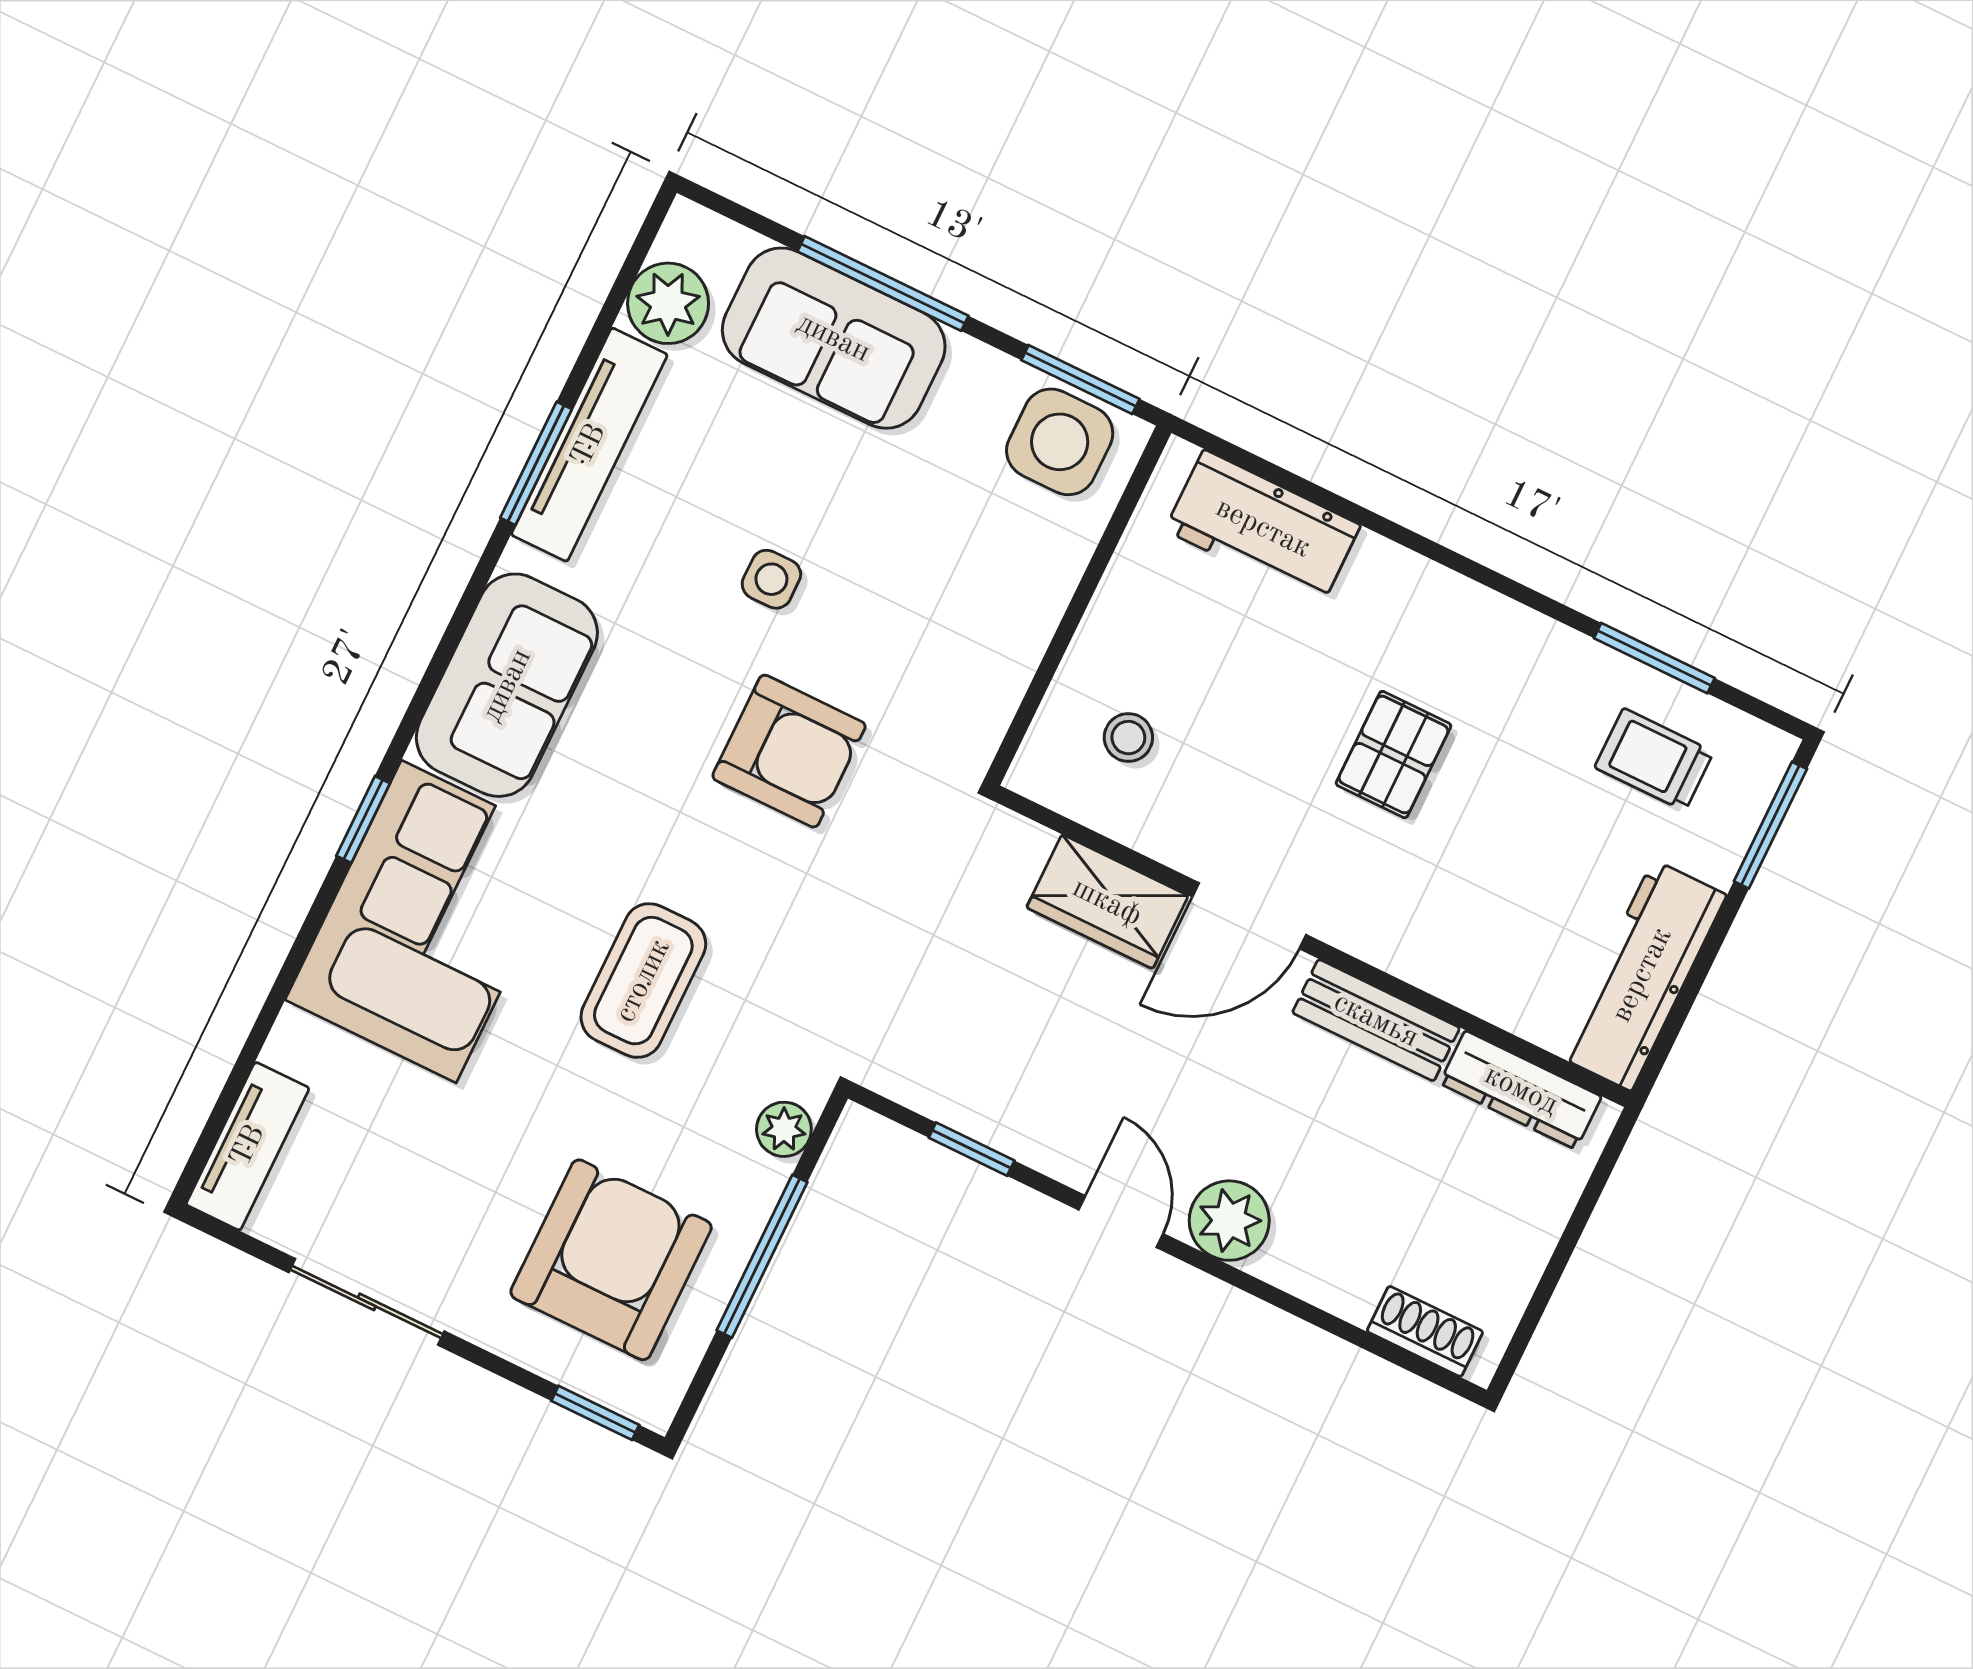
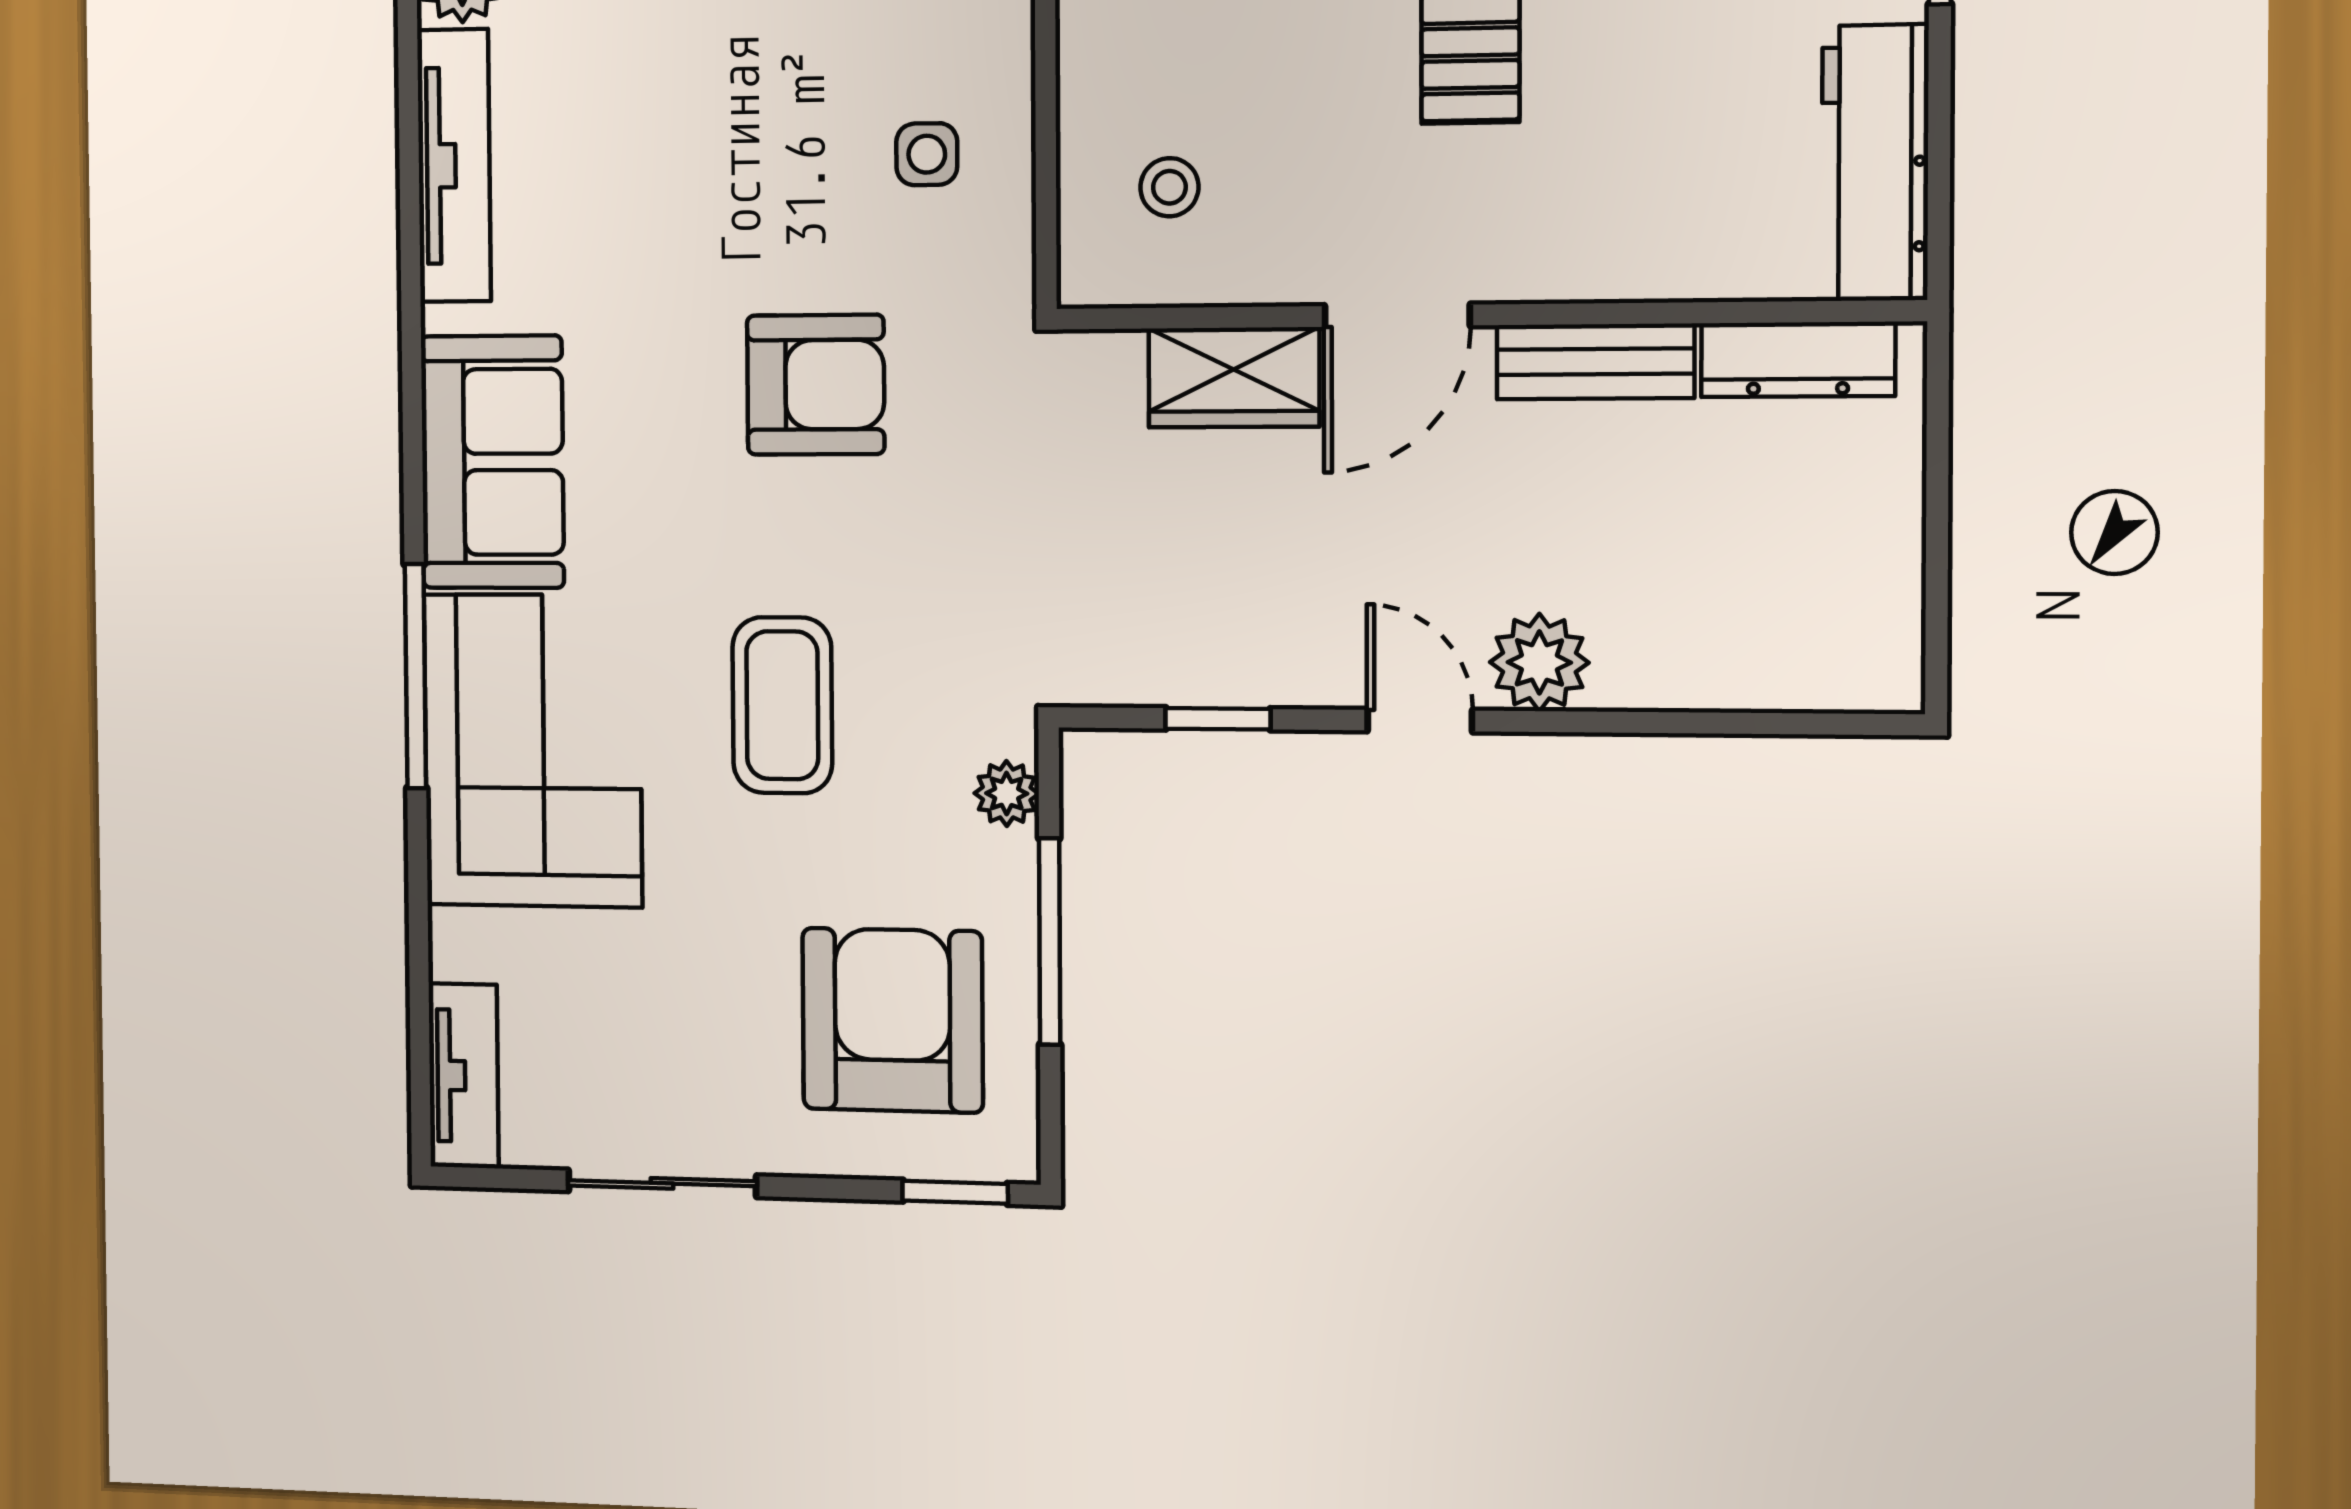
window: (536, 463) -> (410, 214), removed
side table: (771, 579) -> (927, 154), moved
window: (363, 820) -> (415, 676), width x2.17
shoe rack: (1425, 1331) -> (1822, 682), removed

